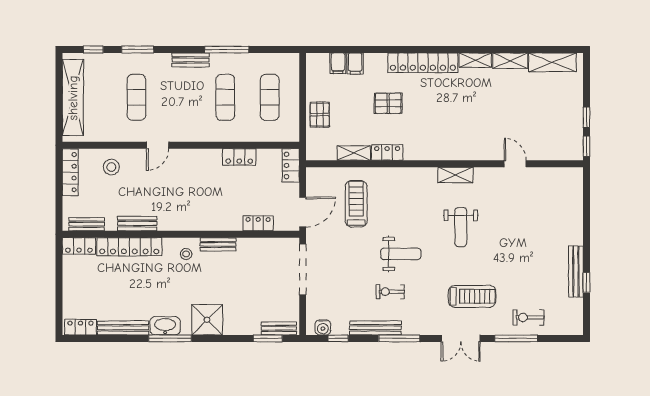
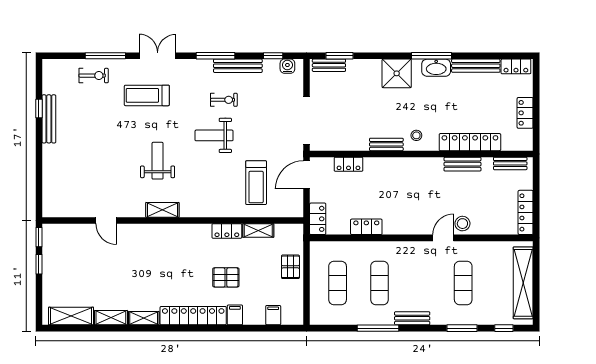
filing cabinet: (355, 64) -> (235, 315), moved
stool: (111, 167) -> (462, 224), moved
locker: (79, 246) -> (525, 113), moved, turned -90

